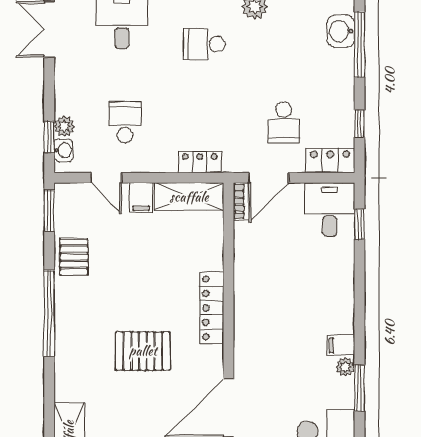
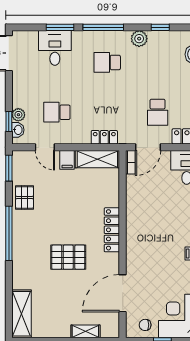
school desk: (125, 122) -> (57, 112), turned -90

